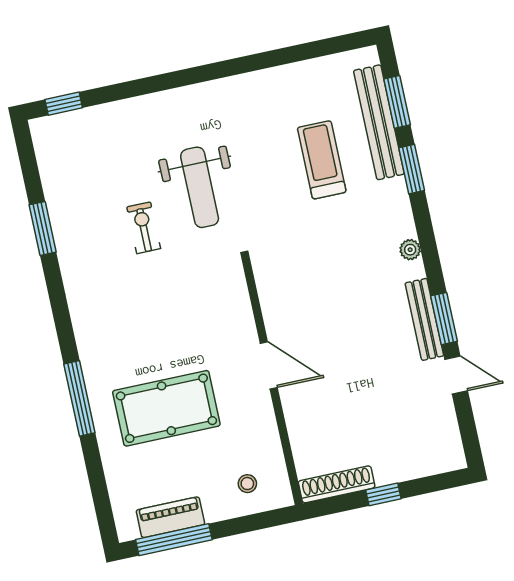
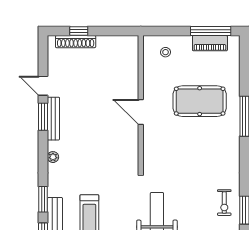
exercise bike: (144, 228) -> (224, 203), moved
shoe rack: (337, 484) -> (76, 42), moved
window: (383, 494) -> (79, 31), moved

